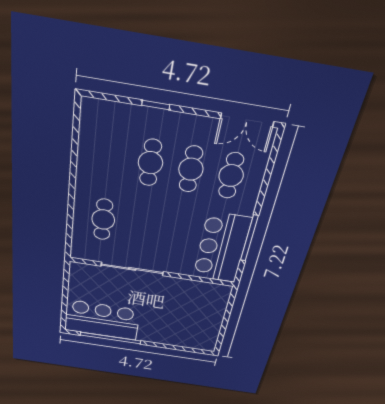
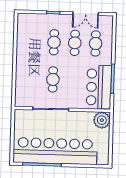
double door: (247, 120) -> (86, 14), moved
cafe table: (103, 219) -> (53, 79), moved
plant: (216, 295) -> (102, 120), added
bar counter: (102, 320) -> (55, 151), width x1.86

